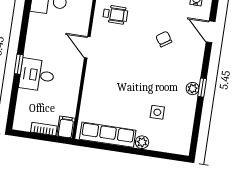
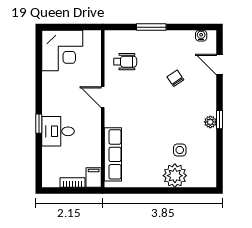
row of seats: (108, 135) -> (113, 154), moved, turned 90
plant: (142, 142) -> (175, 176), width x1.87, depth x1.87

